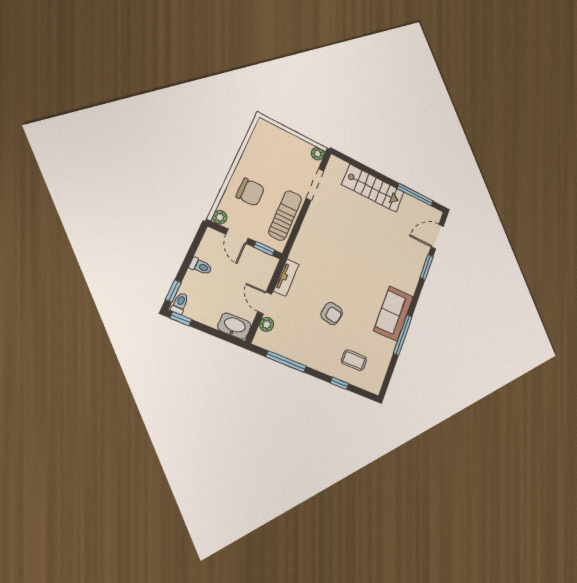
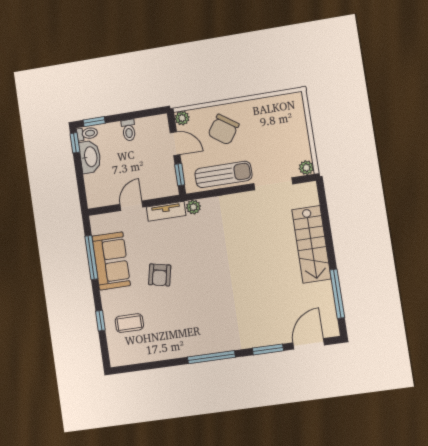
chair: (250, 192) -> (223, 130), turned 35
door: (237, 236) -> (175, 144), swing flipped
door: (437, 237) -> (309, 344), hinge flipped
sofa: (394, 314) -> (111, 261), moved, turned 90
plant: (267, 324) -> (193, 207), moved
washbasin: (234, 326) -> (90, 157), moved
window: (403, 335) -> (211, 357), moved
coffee table: (354, 360) -> (129, 323), turned 90

